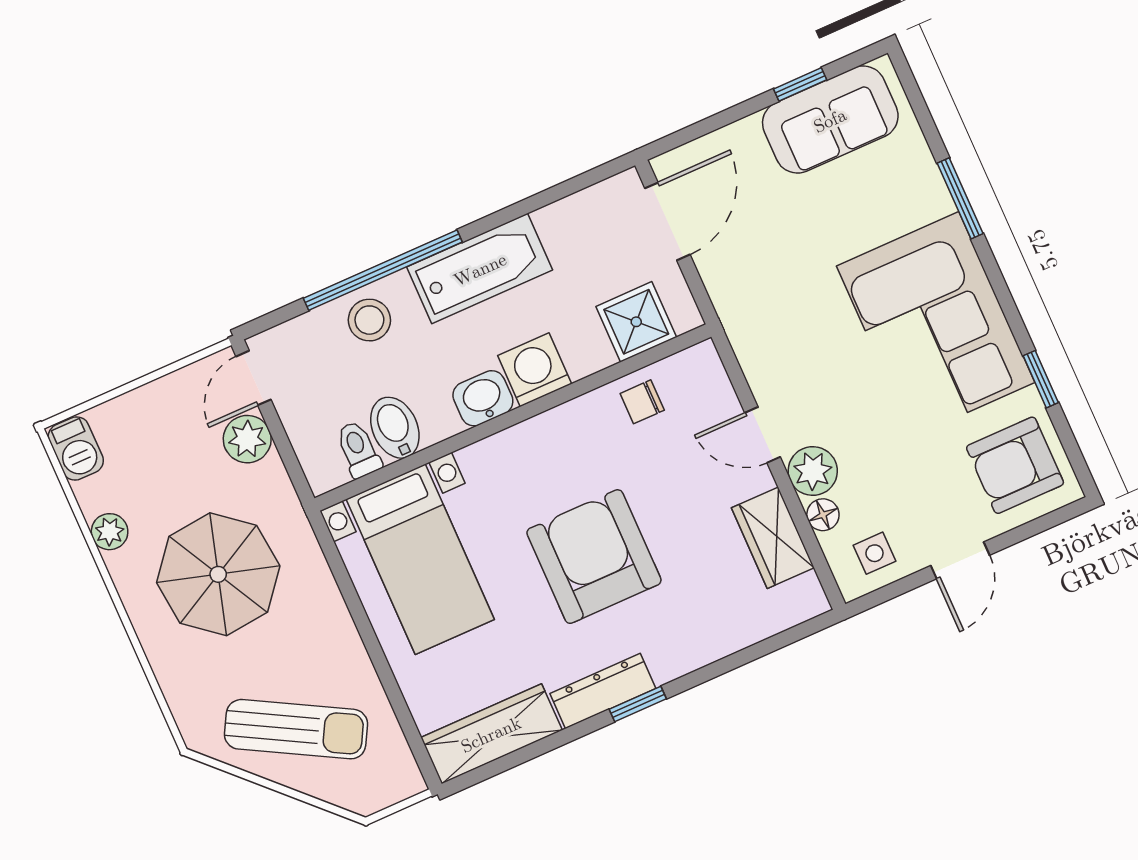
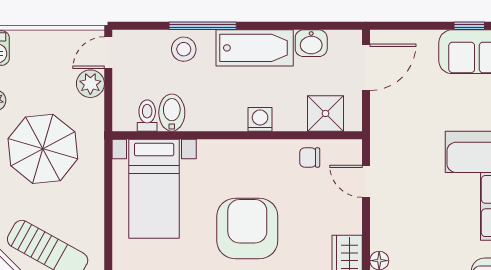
window: (383, 270) -> (203, 26), width x0.68
washing machine: (535, 370) -> (260, 119), width x0.73, depth x0.73
washbasin: (483, 398) -> (311, 43), moved, turned 180
door: (763, 435) -> (366, 181), moved
plant: (813, 471) -> (384, 235), removed

